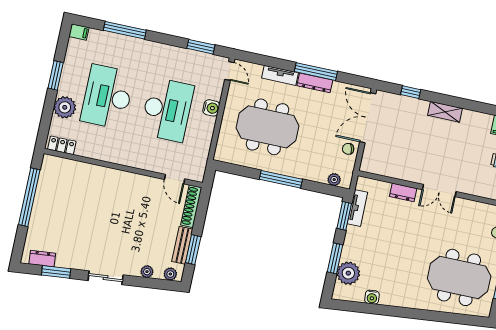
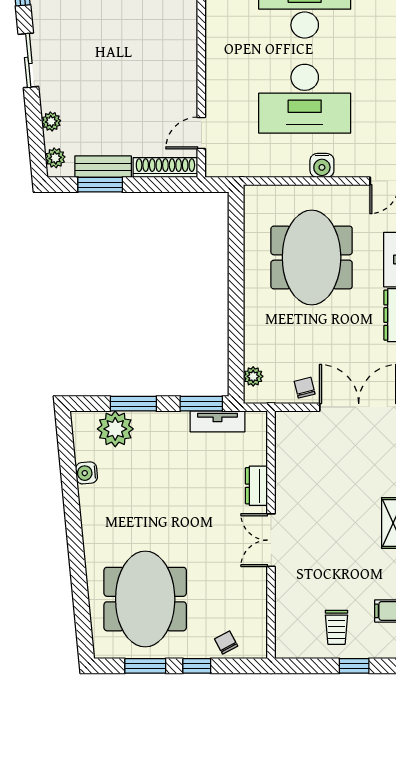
window: (281, 179) -> (236, 295), removed

